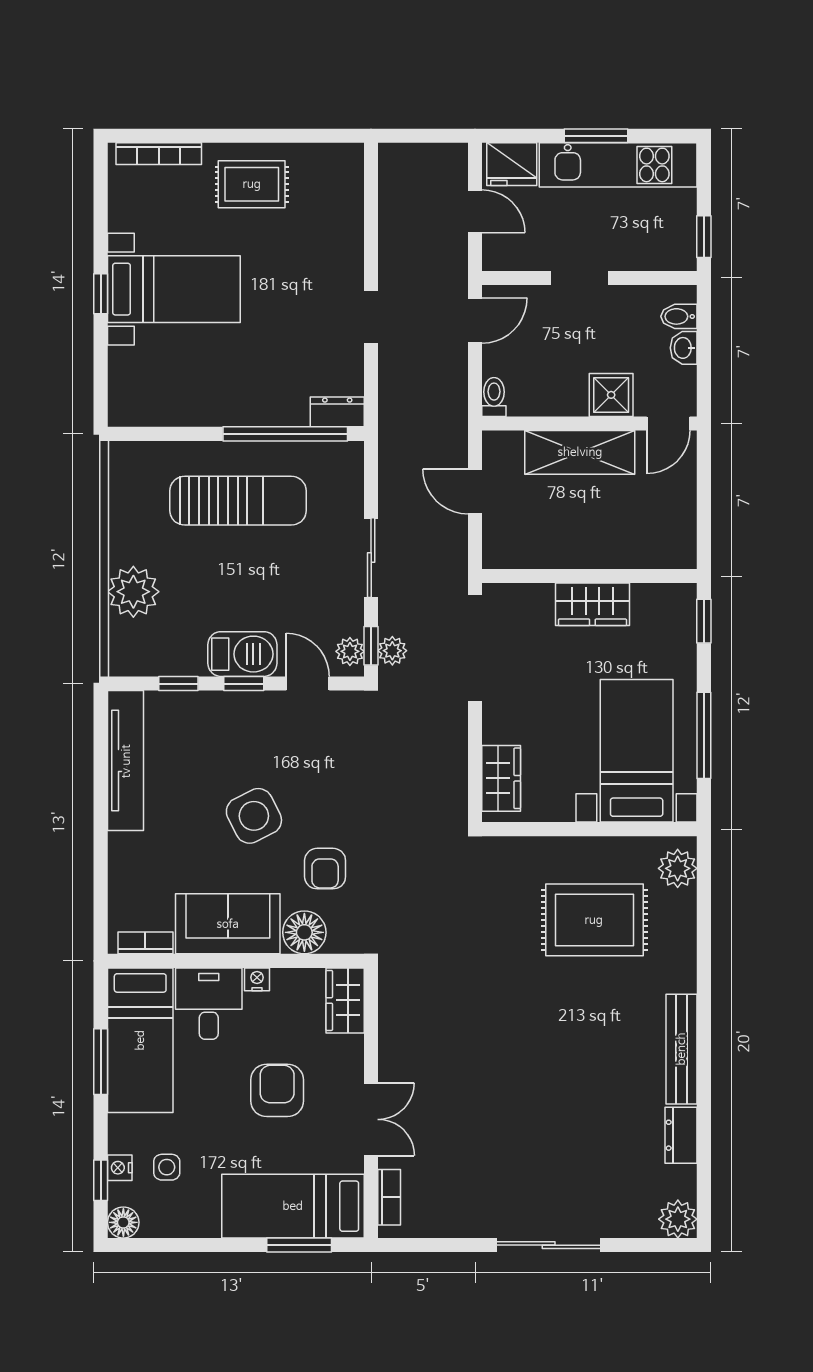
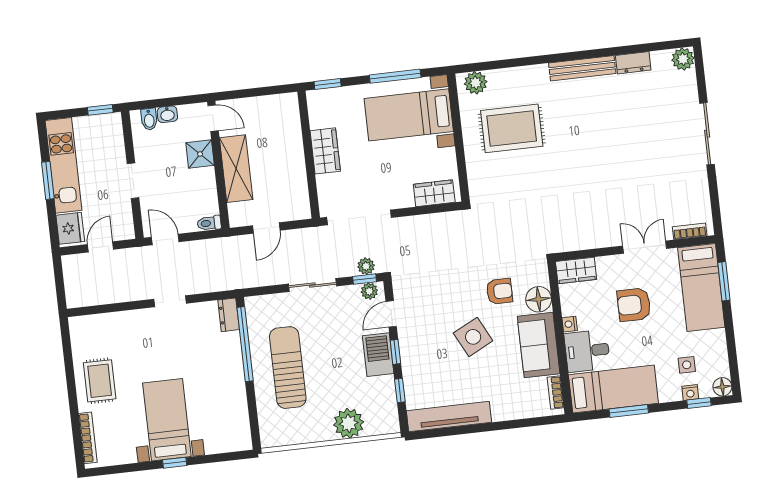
rug: (594, 920) -> (512, 128), turned 90

